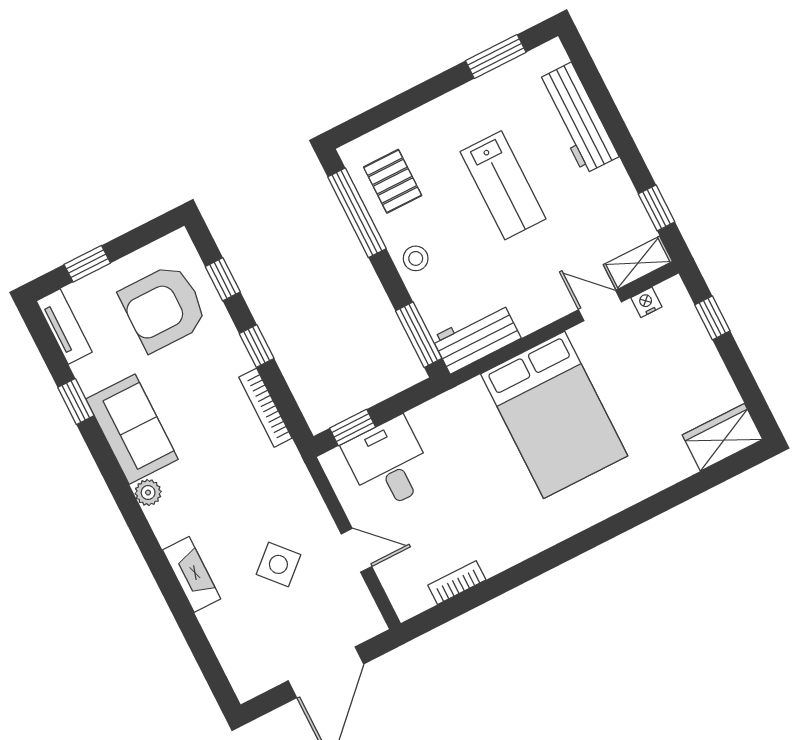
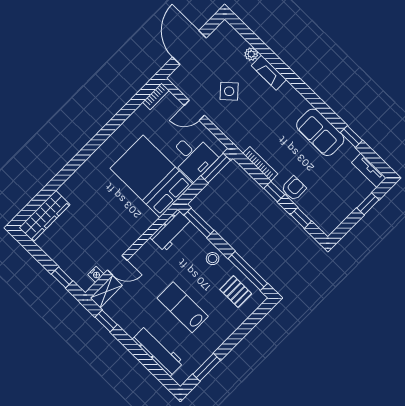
armchair: (164, 308) -> (294, 188), moved, width x0.53, depth x0.53
bed: (554, 415) -> (151, 176), moved
window: (353, 428) -> (216, 168), width x1.50
wardrobe: (722, 437) -> (44, 216), width x1.50
plant: (148, 493) -> (251, 54), moved
bookcase: (457, 583) -> (156, 96), moved

